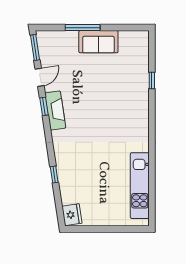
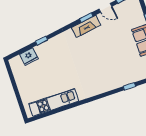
fridge: (72, 215) -> (29, 56), moved

